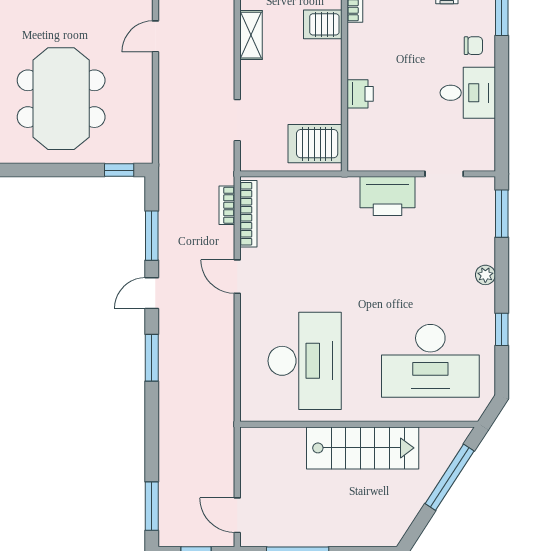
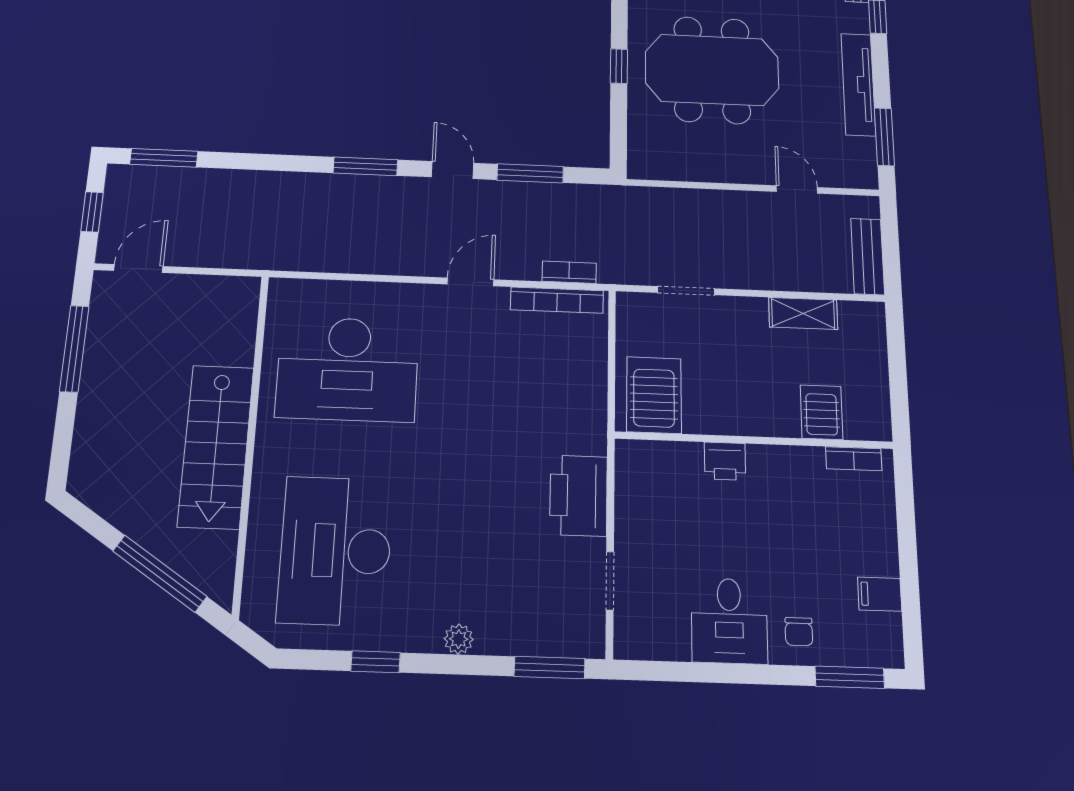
window: (119, 170) -> (619, 66), moved

